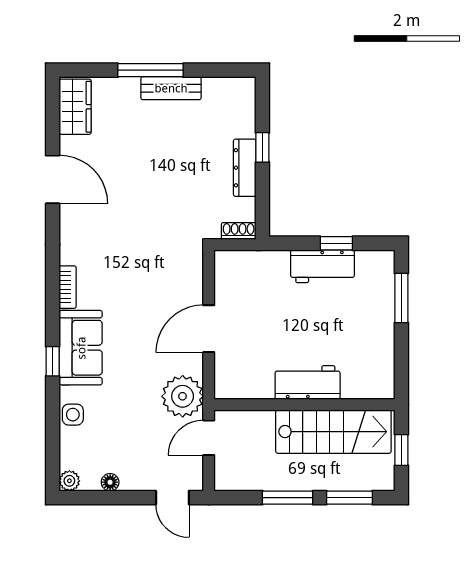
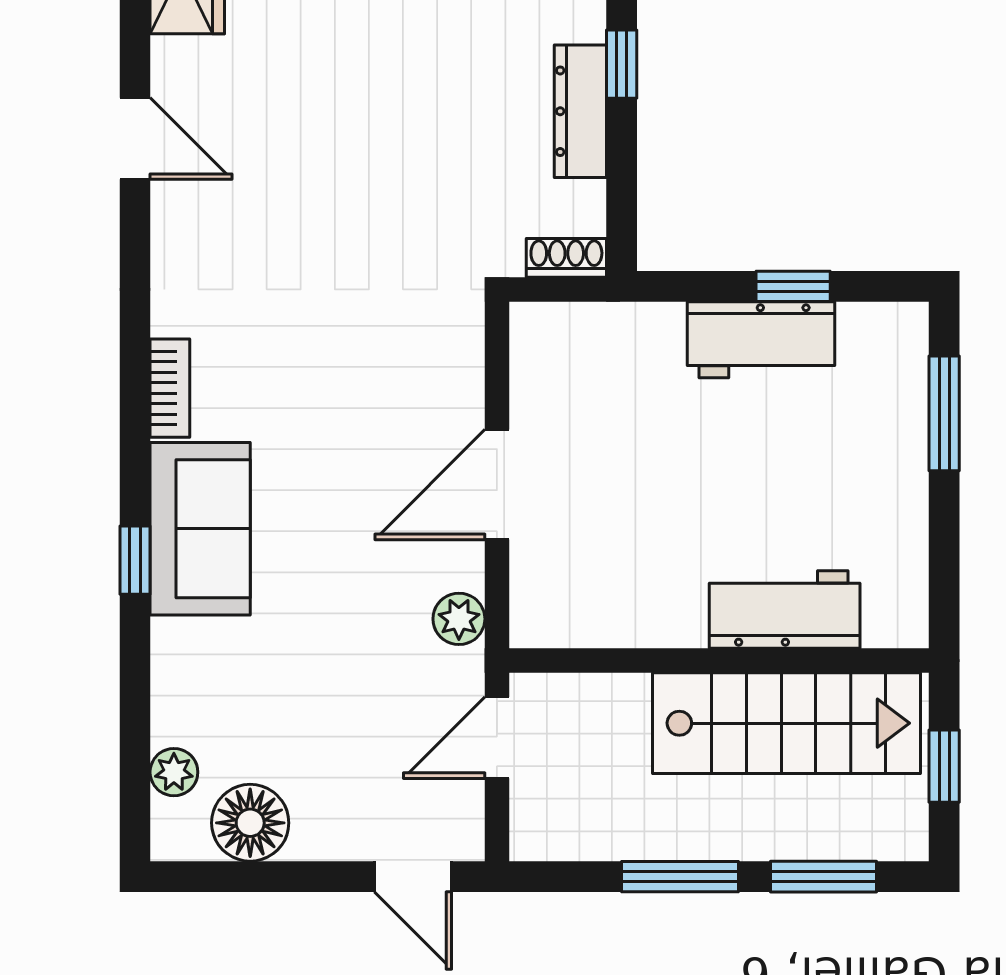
door: (53, 179) -> (135, 138), width x0.73
workbench: (308, 382) -> (785, 610), moved
plant: (183, 396) -> (459, 619), width x0.53, depth x0.53
side table: (73, 415) -> (182, 684), removed
plant: (69, 481) -> (174, 772), moved
floor lamp: (110, 482) -> (250, 823), width x1.89, depth x1.89

